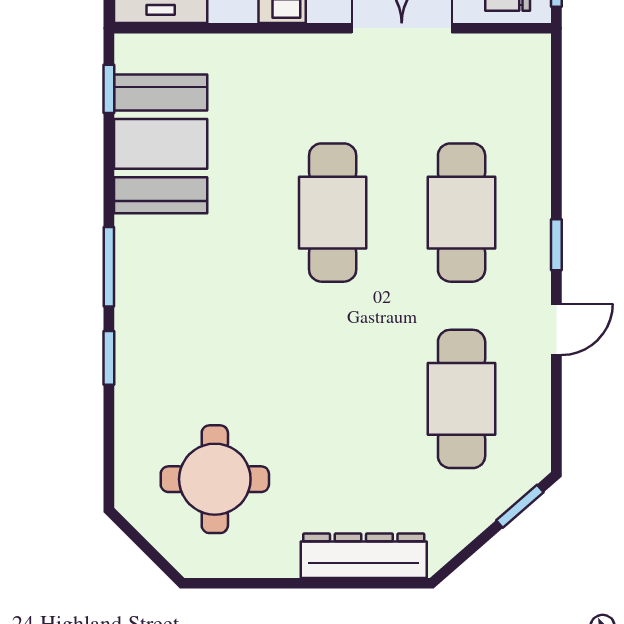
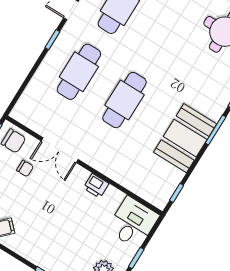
booth: (161, 144) -> (185, 138), moved

